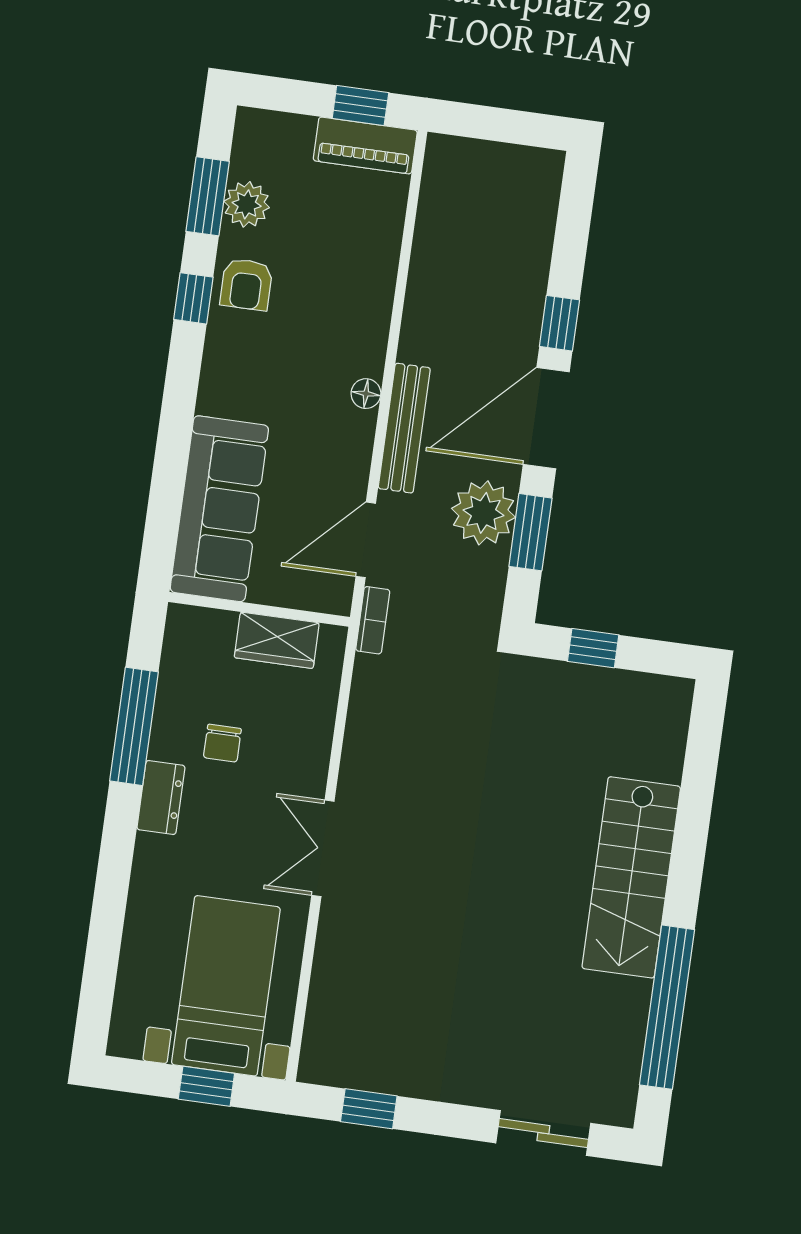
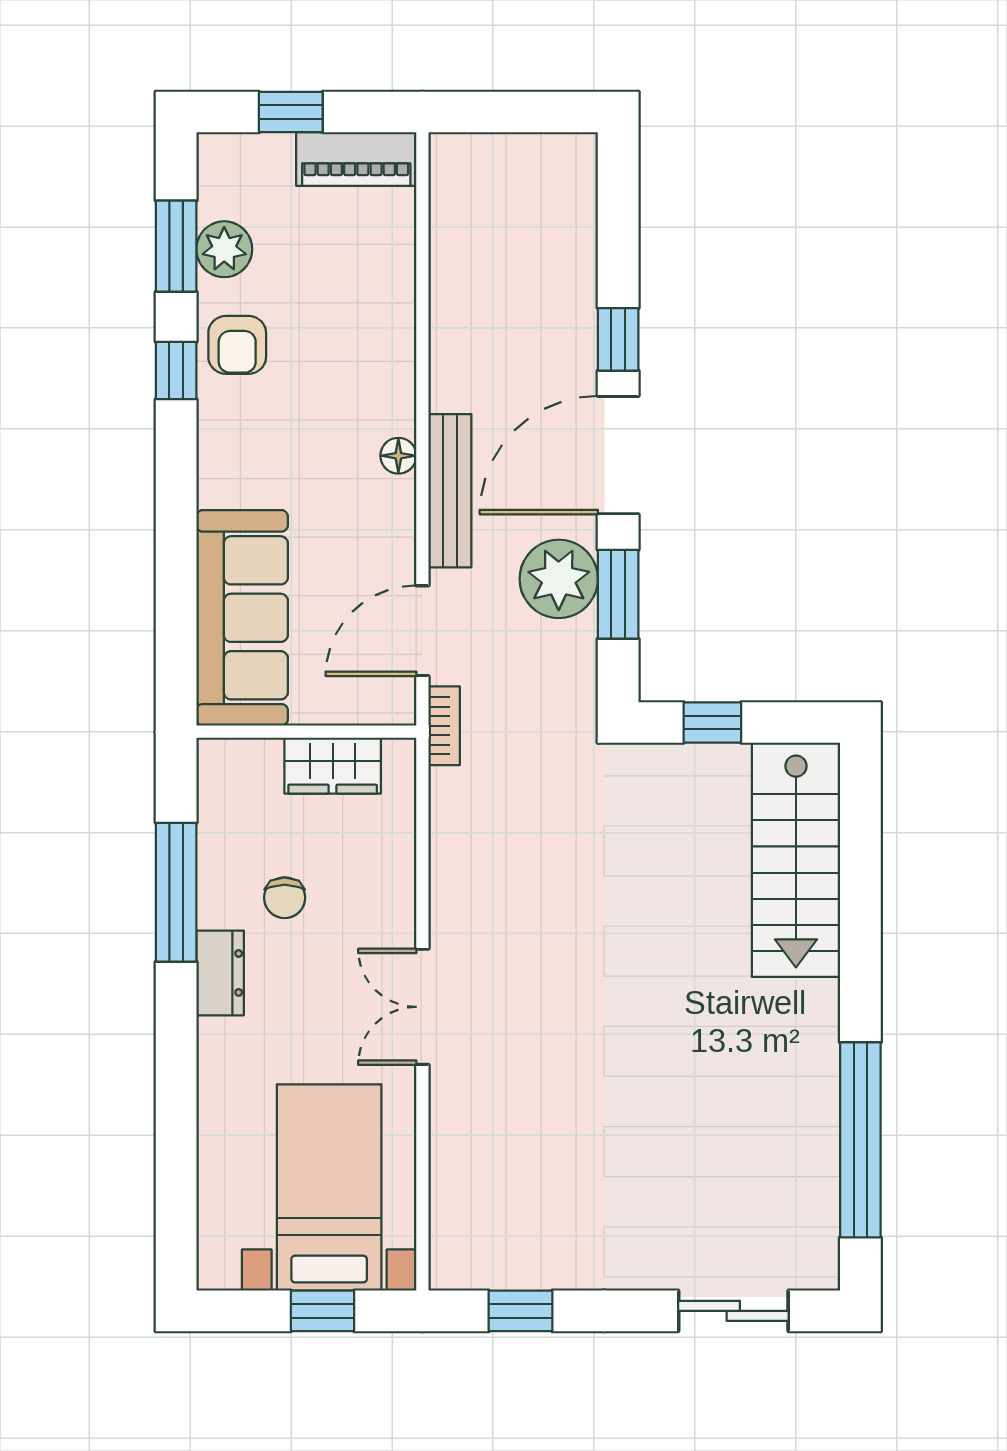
window: (360, 105) -> (291, 112), moved
stairs: (631, 877) -> (796, 860), moved

